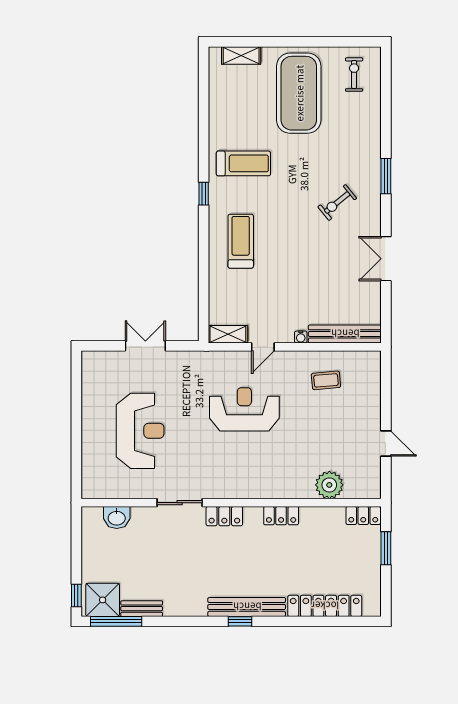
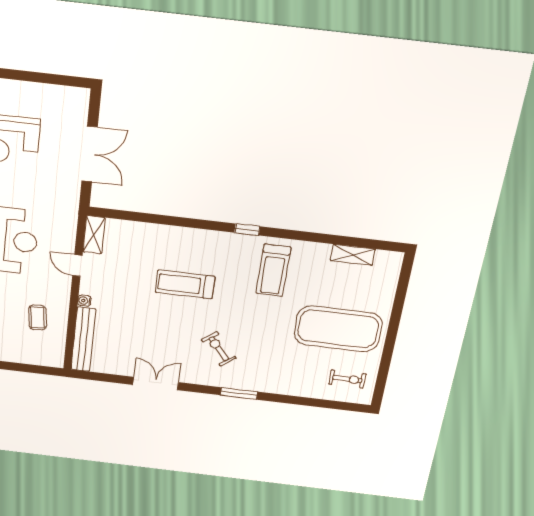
shelving: (241, 56) -> (353, 255), moved, turned 90
treadmill: (241, 241) -> (185, 284), moved, turned 180
double door: (145, 346) -> (90, 154), width x1.37

